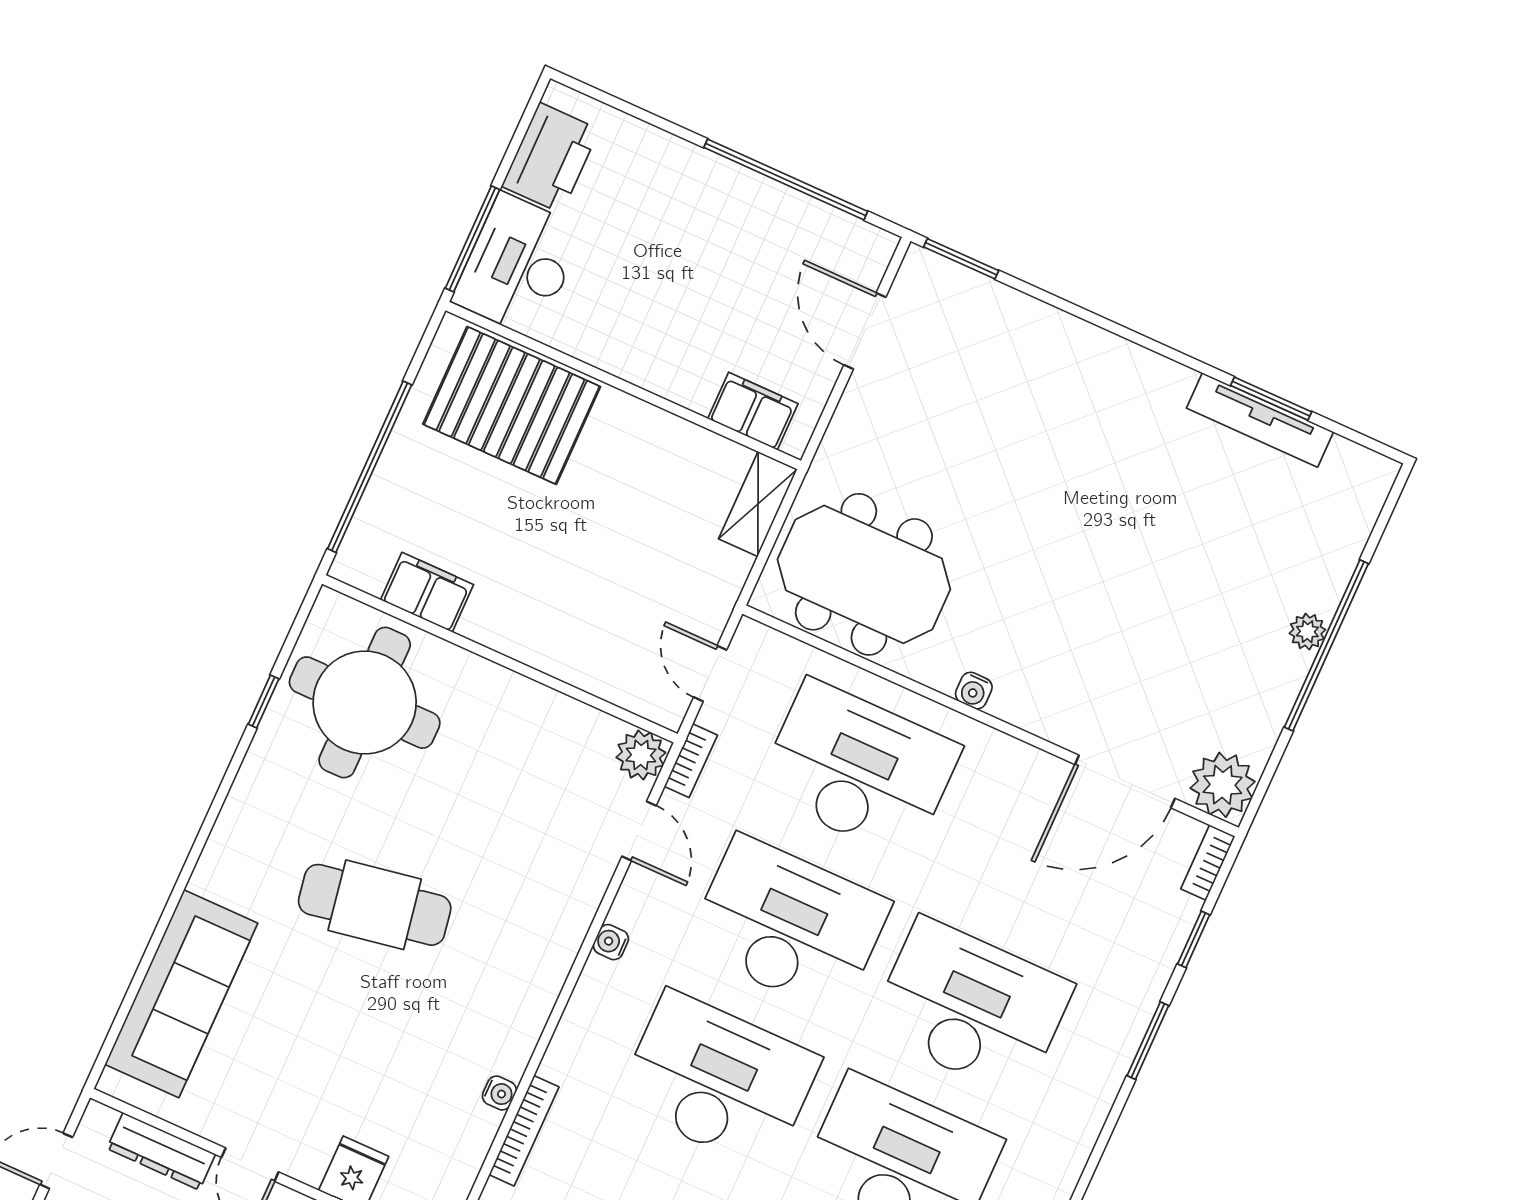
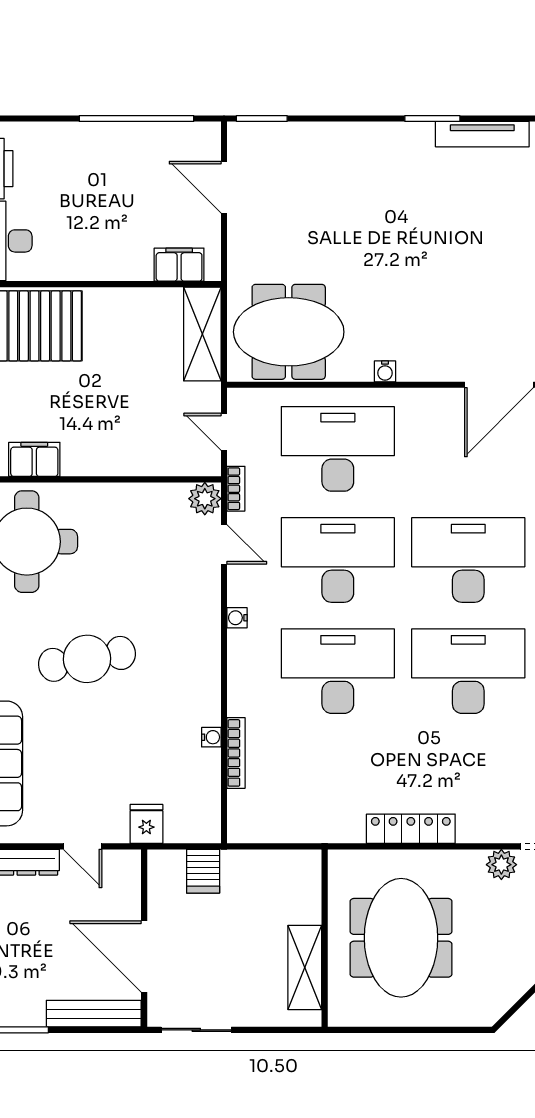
window: (1271, 399) -> (432, 118), moved
shelving: (758, 504) -> (202, 334), width x1.50, depth x1.33

